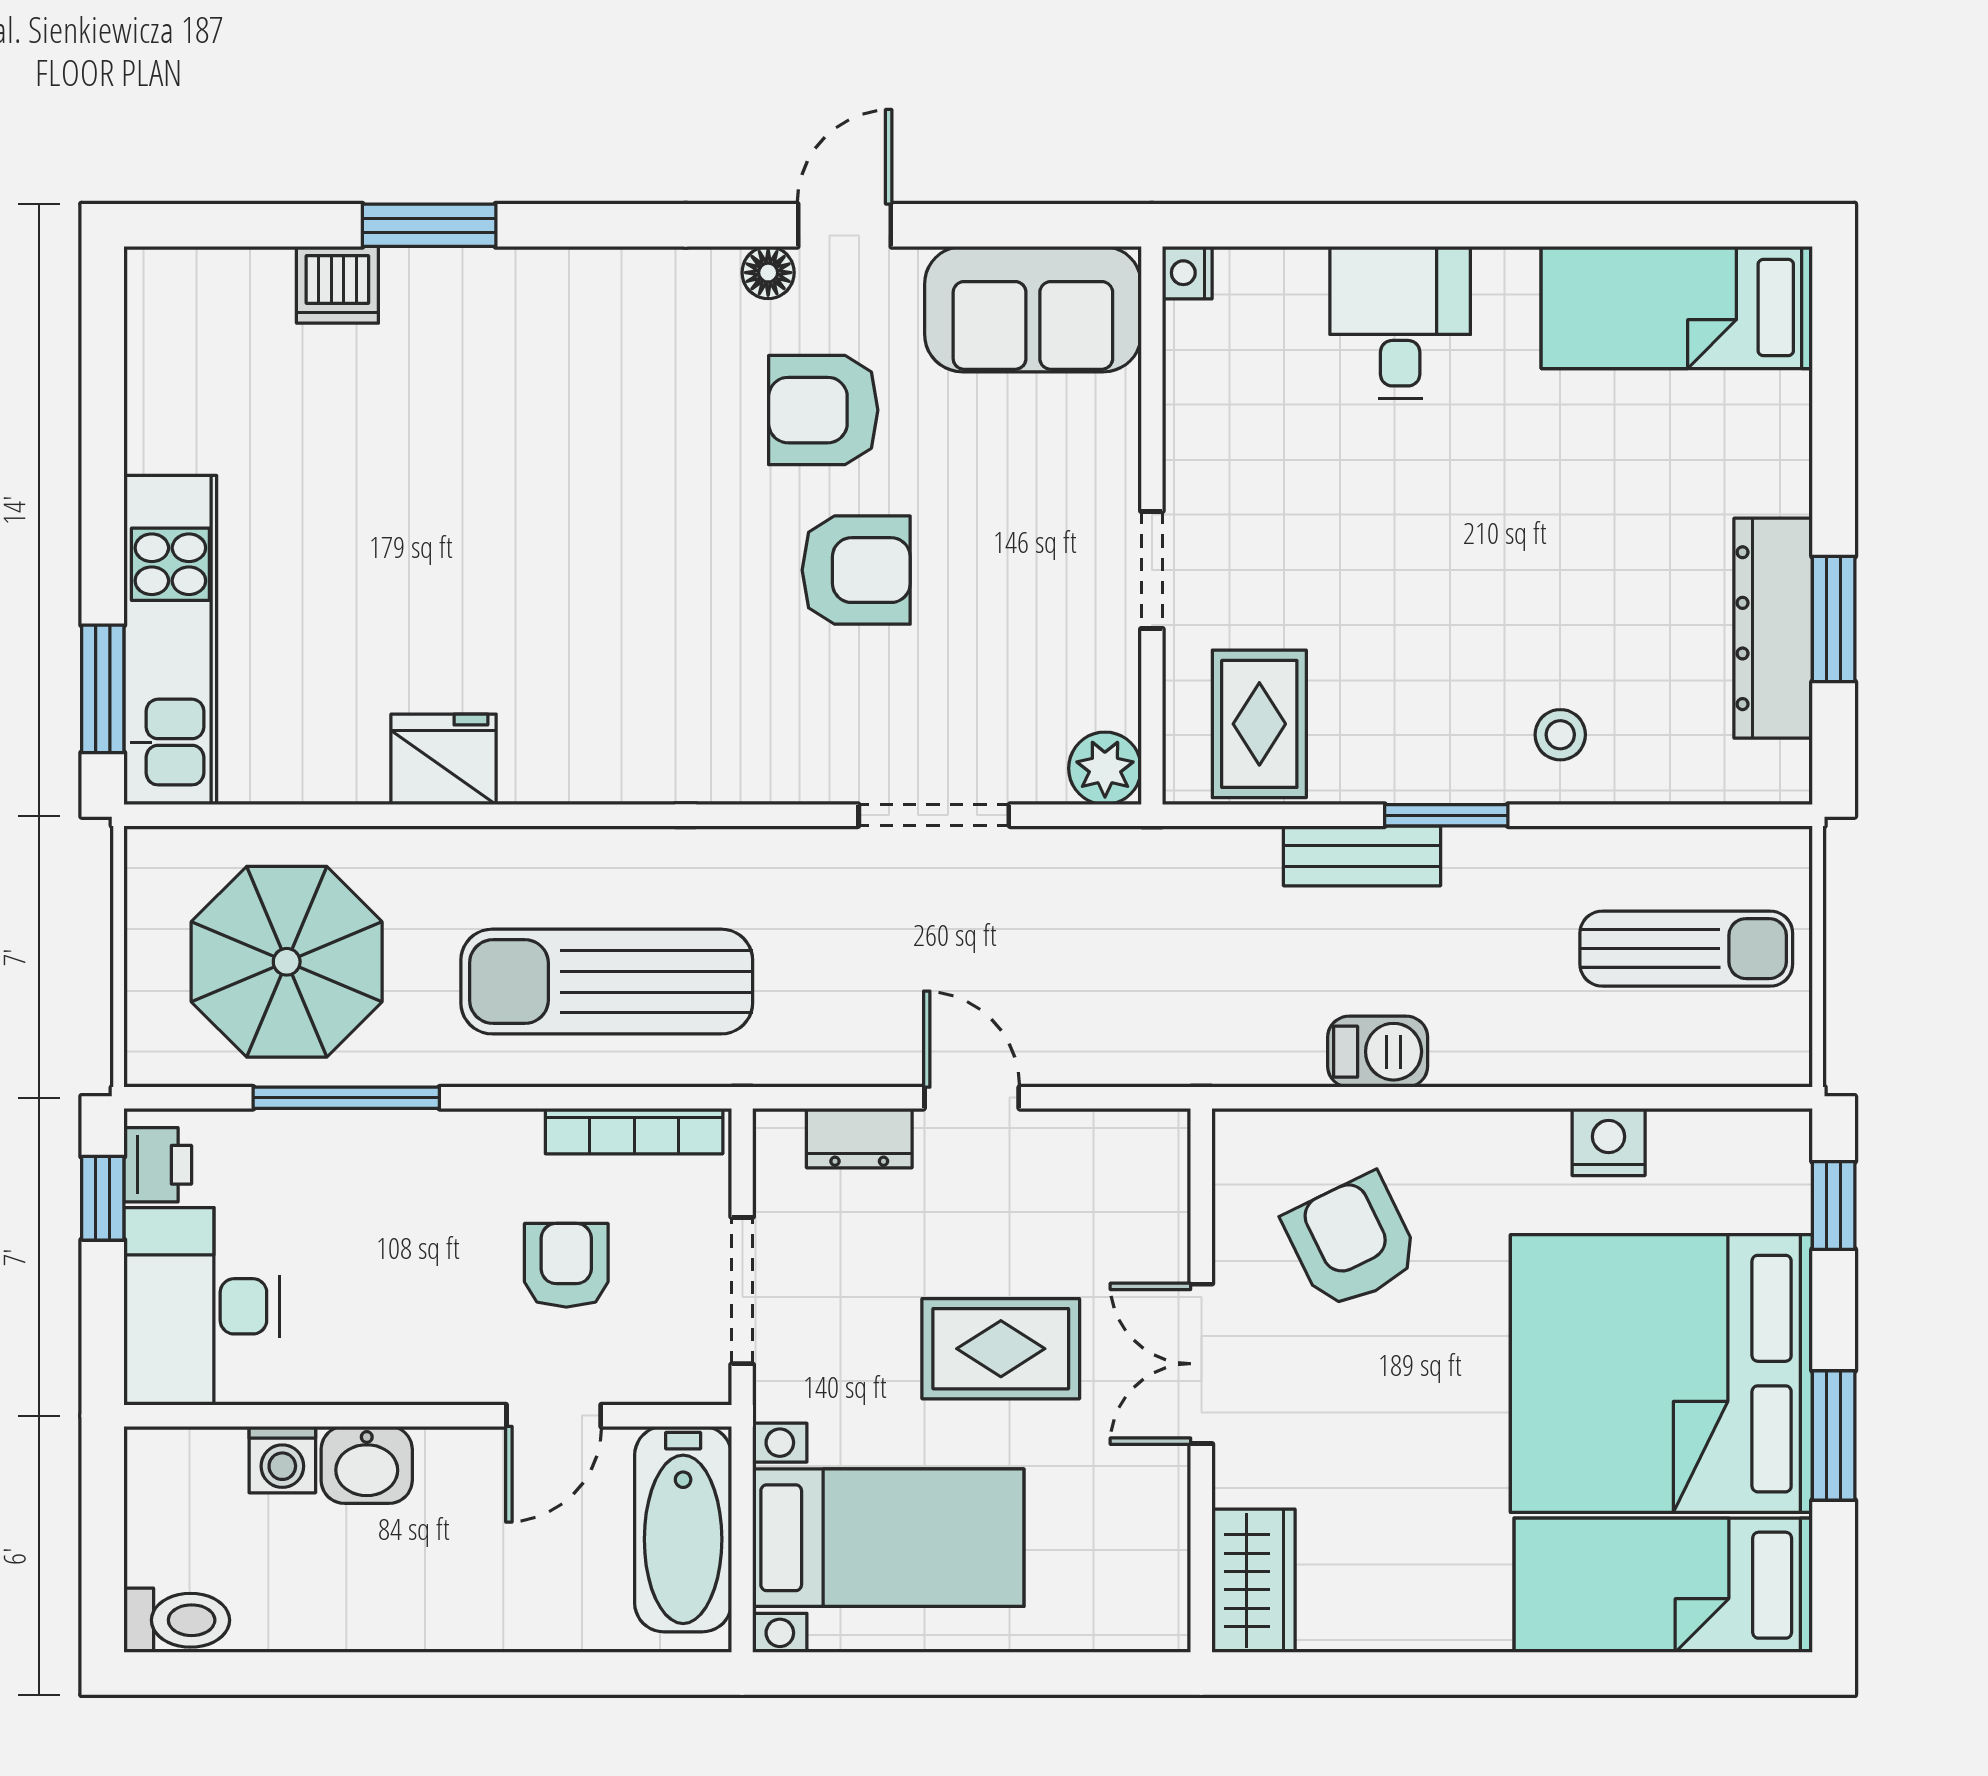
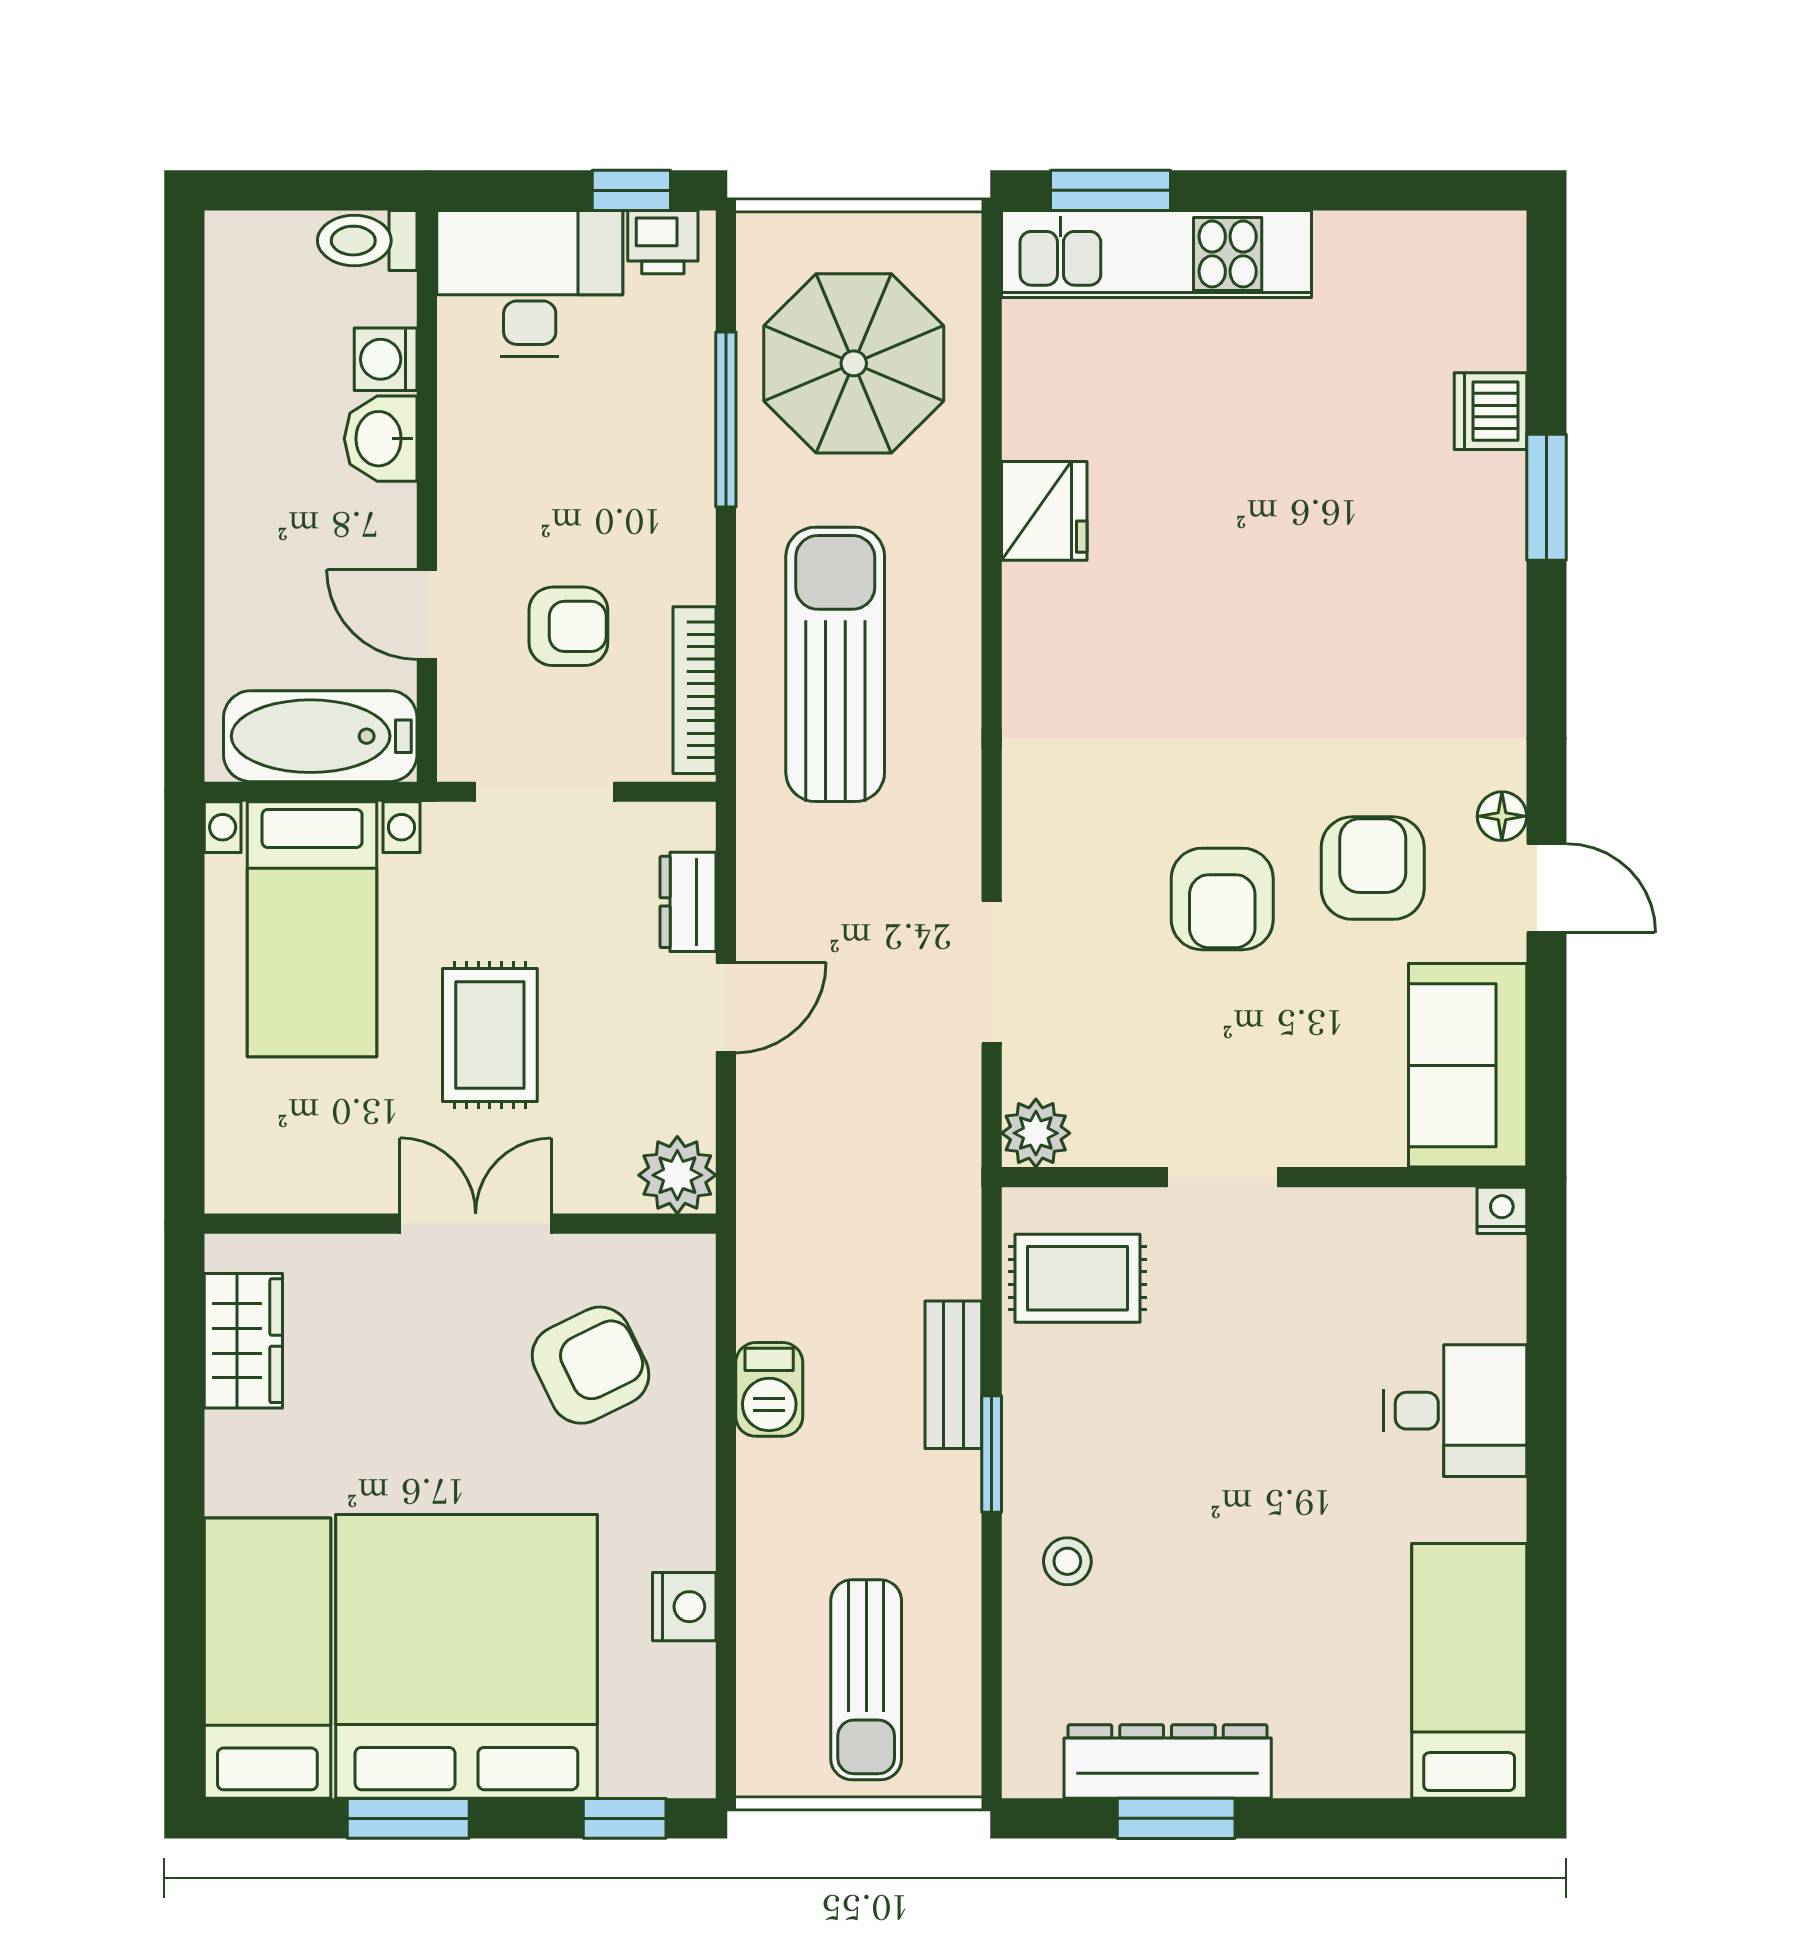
plant: (1150, 1149) -> (677, 1175), added
wardrobe: (1253, 1581) -> (243, 1341), moved, turned -90
toilet: (177, 1620) -> (367, 241), moved, turned 90

